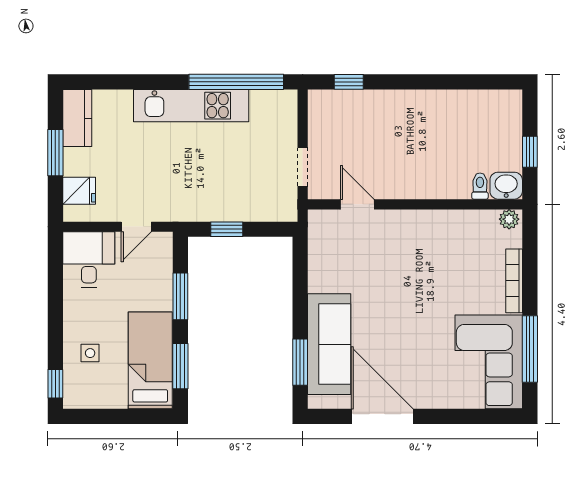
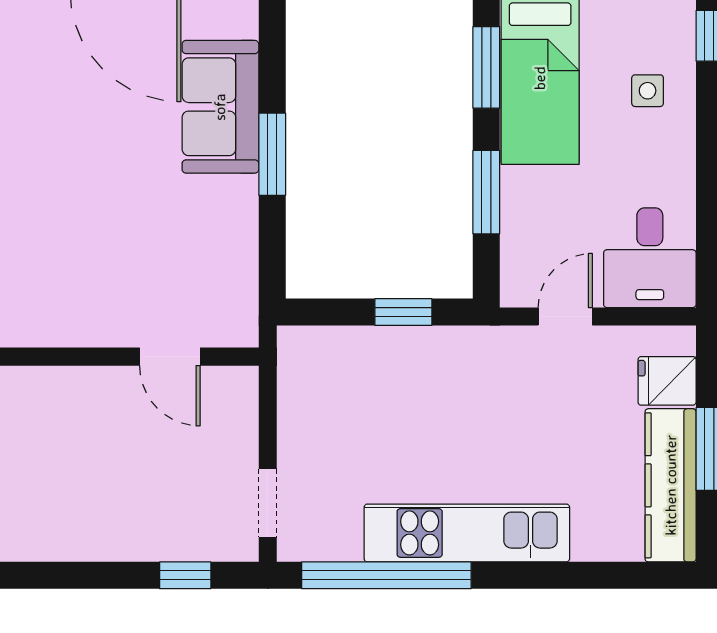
kitchen counter: (77, 118) -> (671, 485), width x1.50
doorway: (303, 167) -> (268, 503), moved
sofa: (329, 344) -> (220, 107), width x0.73
window: (300, 362) -> (272, 154), moved

